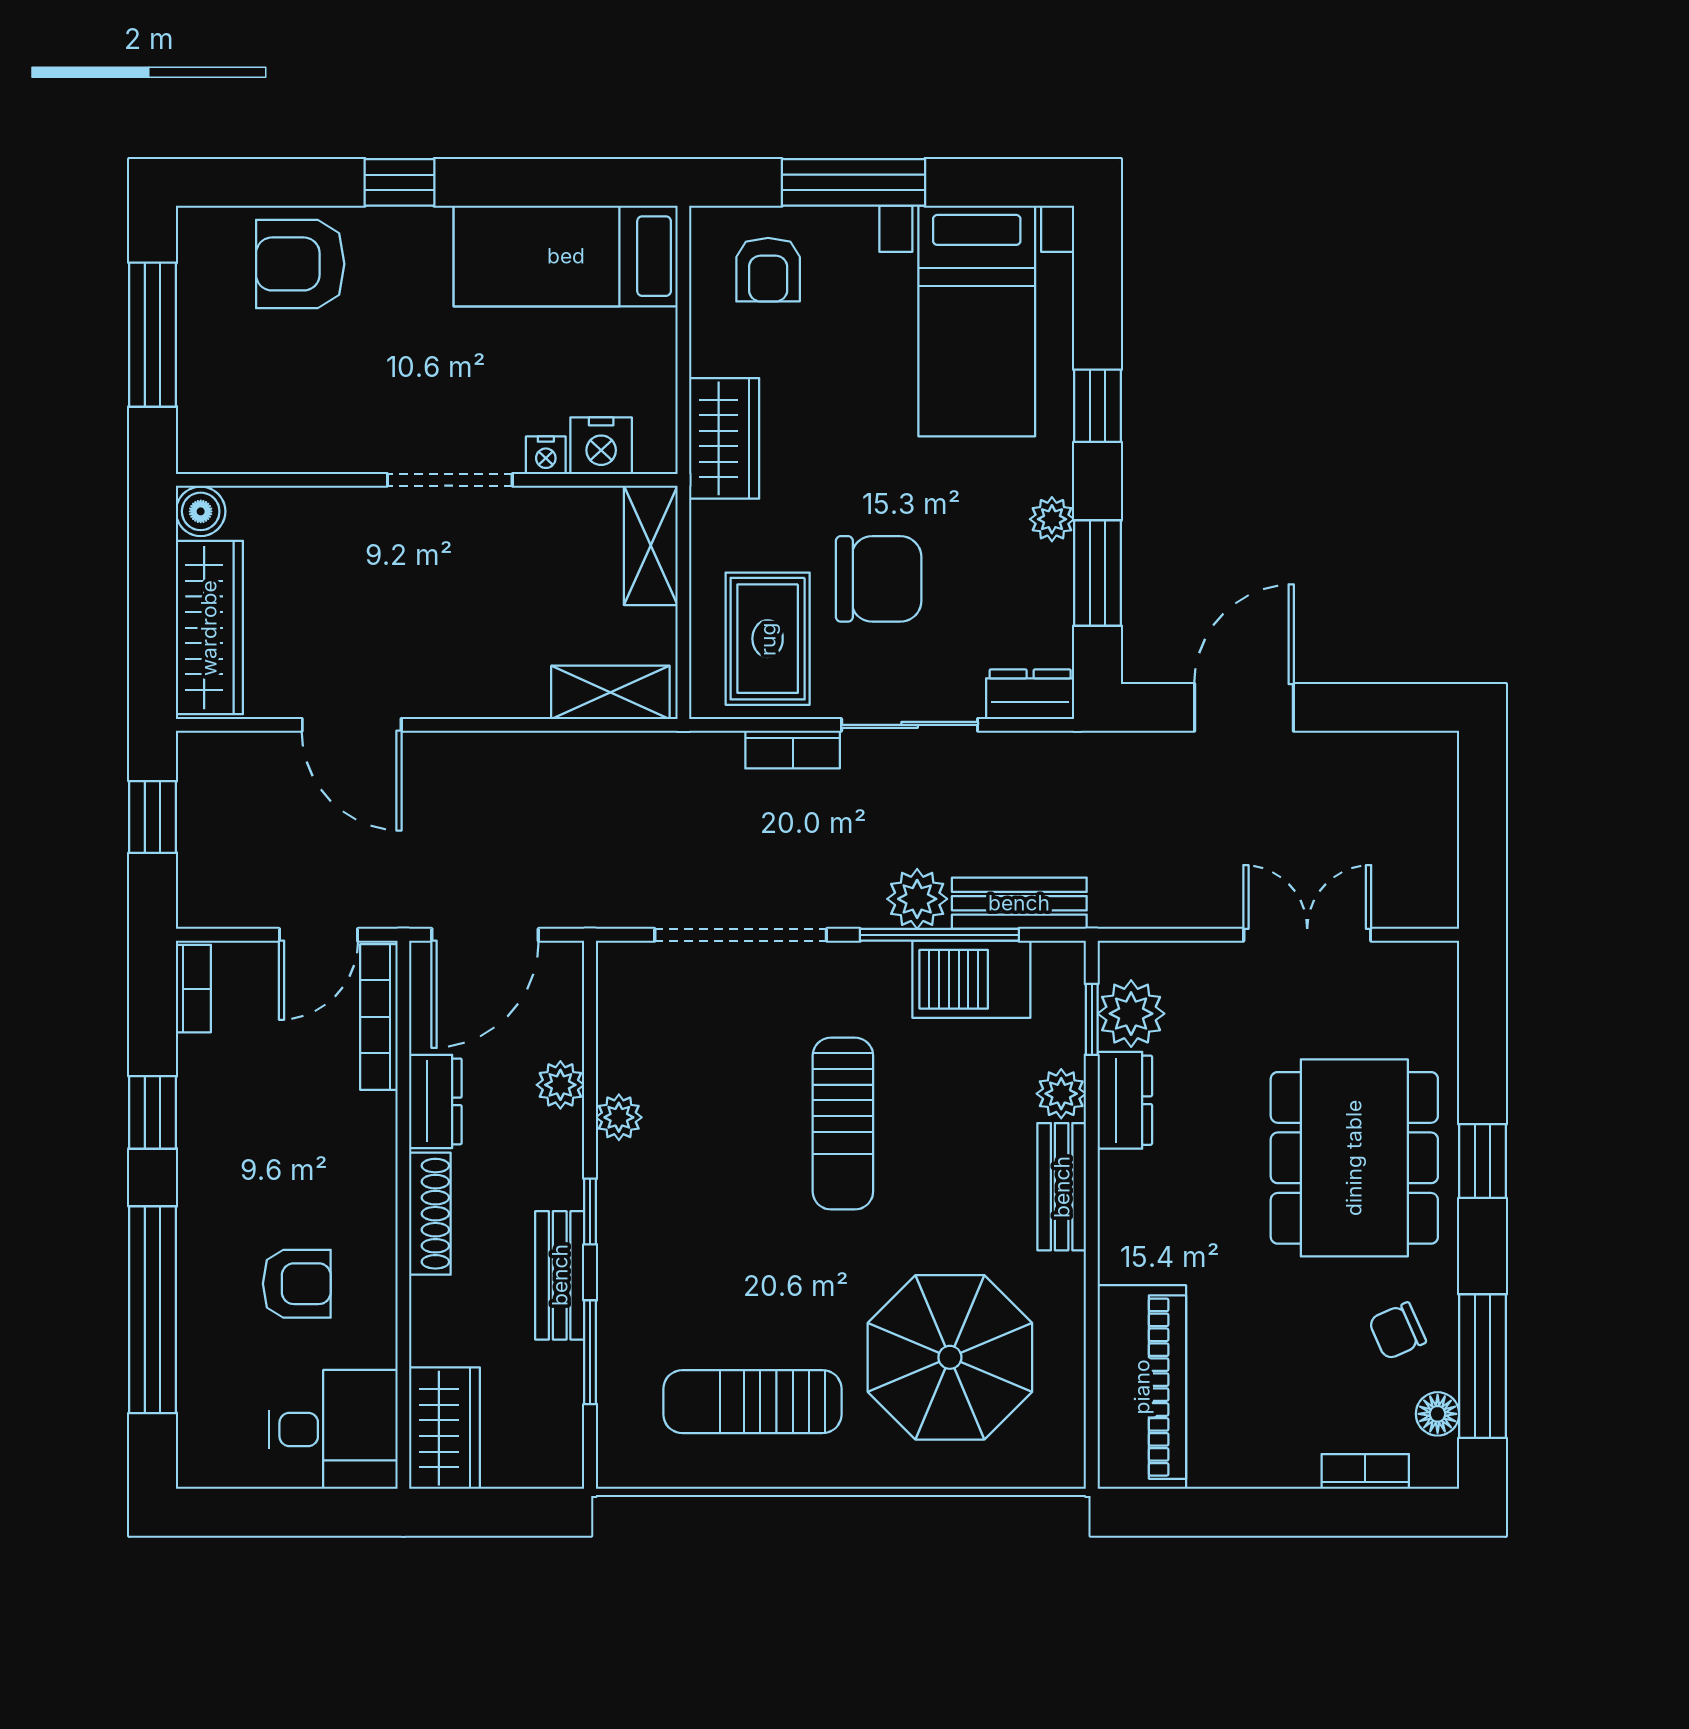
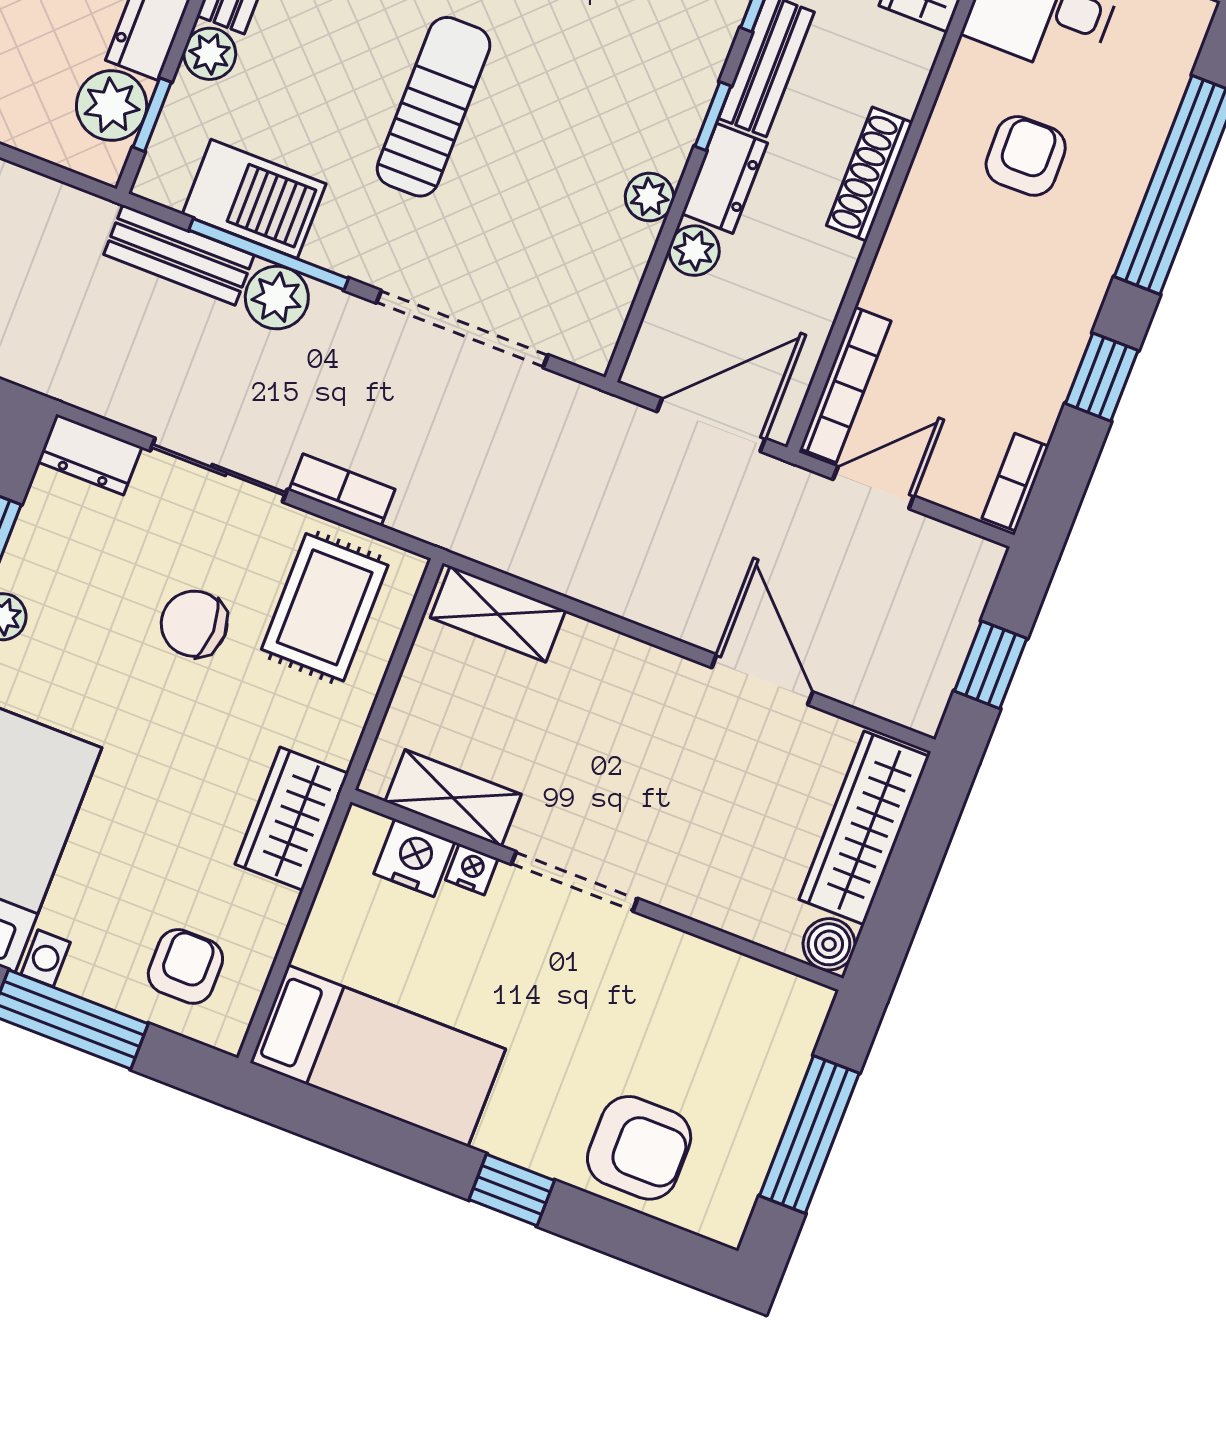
shelving: (651, 545) -> (453, 798), moved, turned 90
chair: (879, 579) -> (194, 624), width x0.73, depth x0.73
dresser: (435, 1101) -> (725, 178), moved, turned 180
armchair: (297, 1284) -> (1026, 156), turned 89

